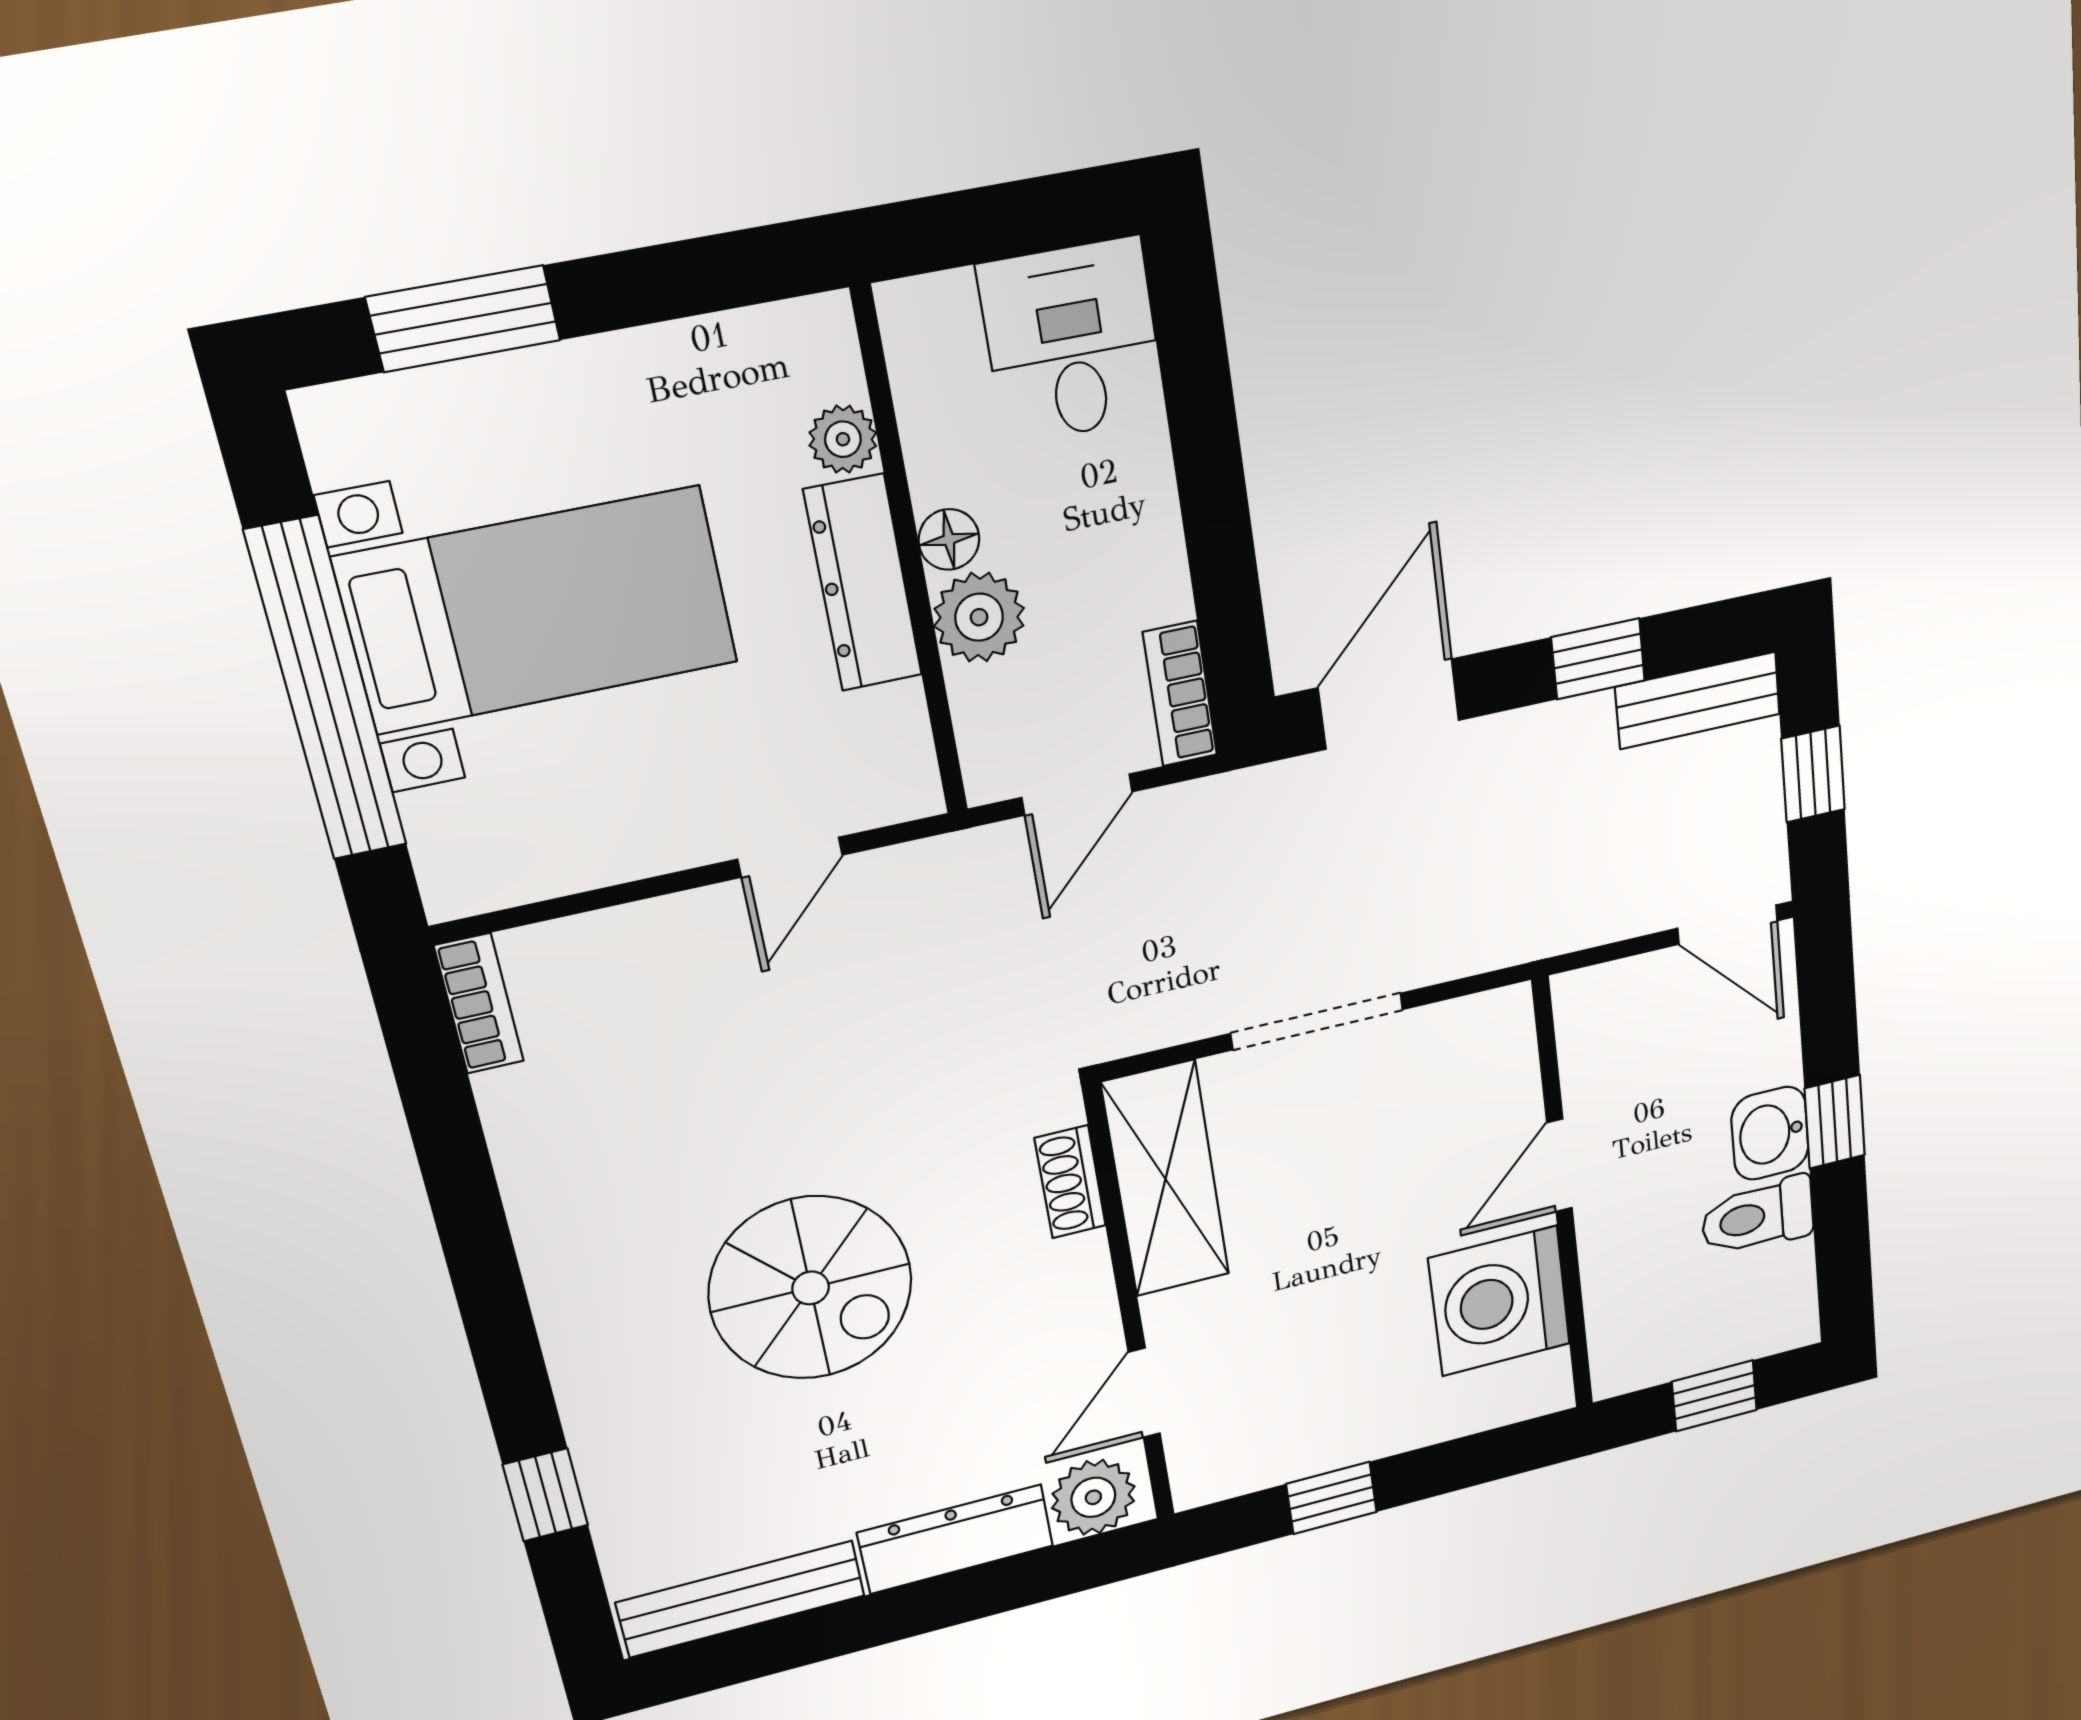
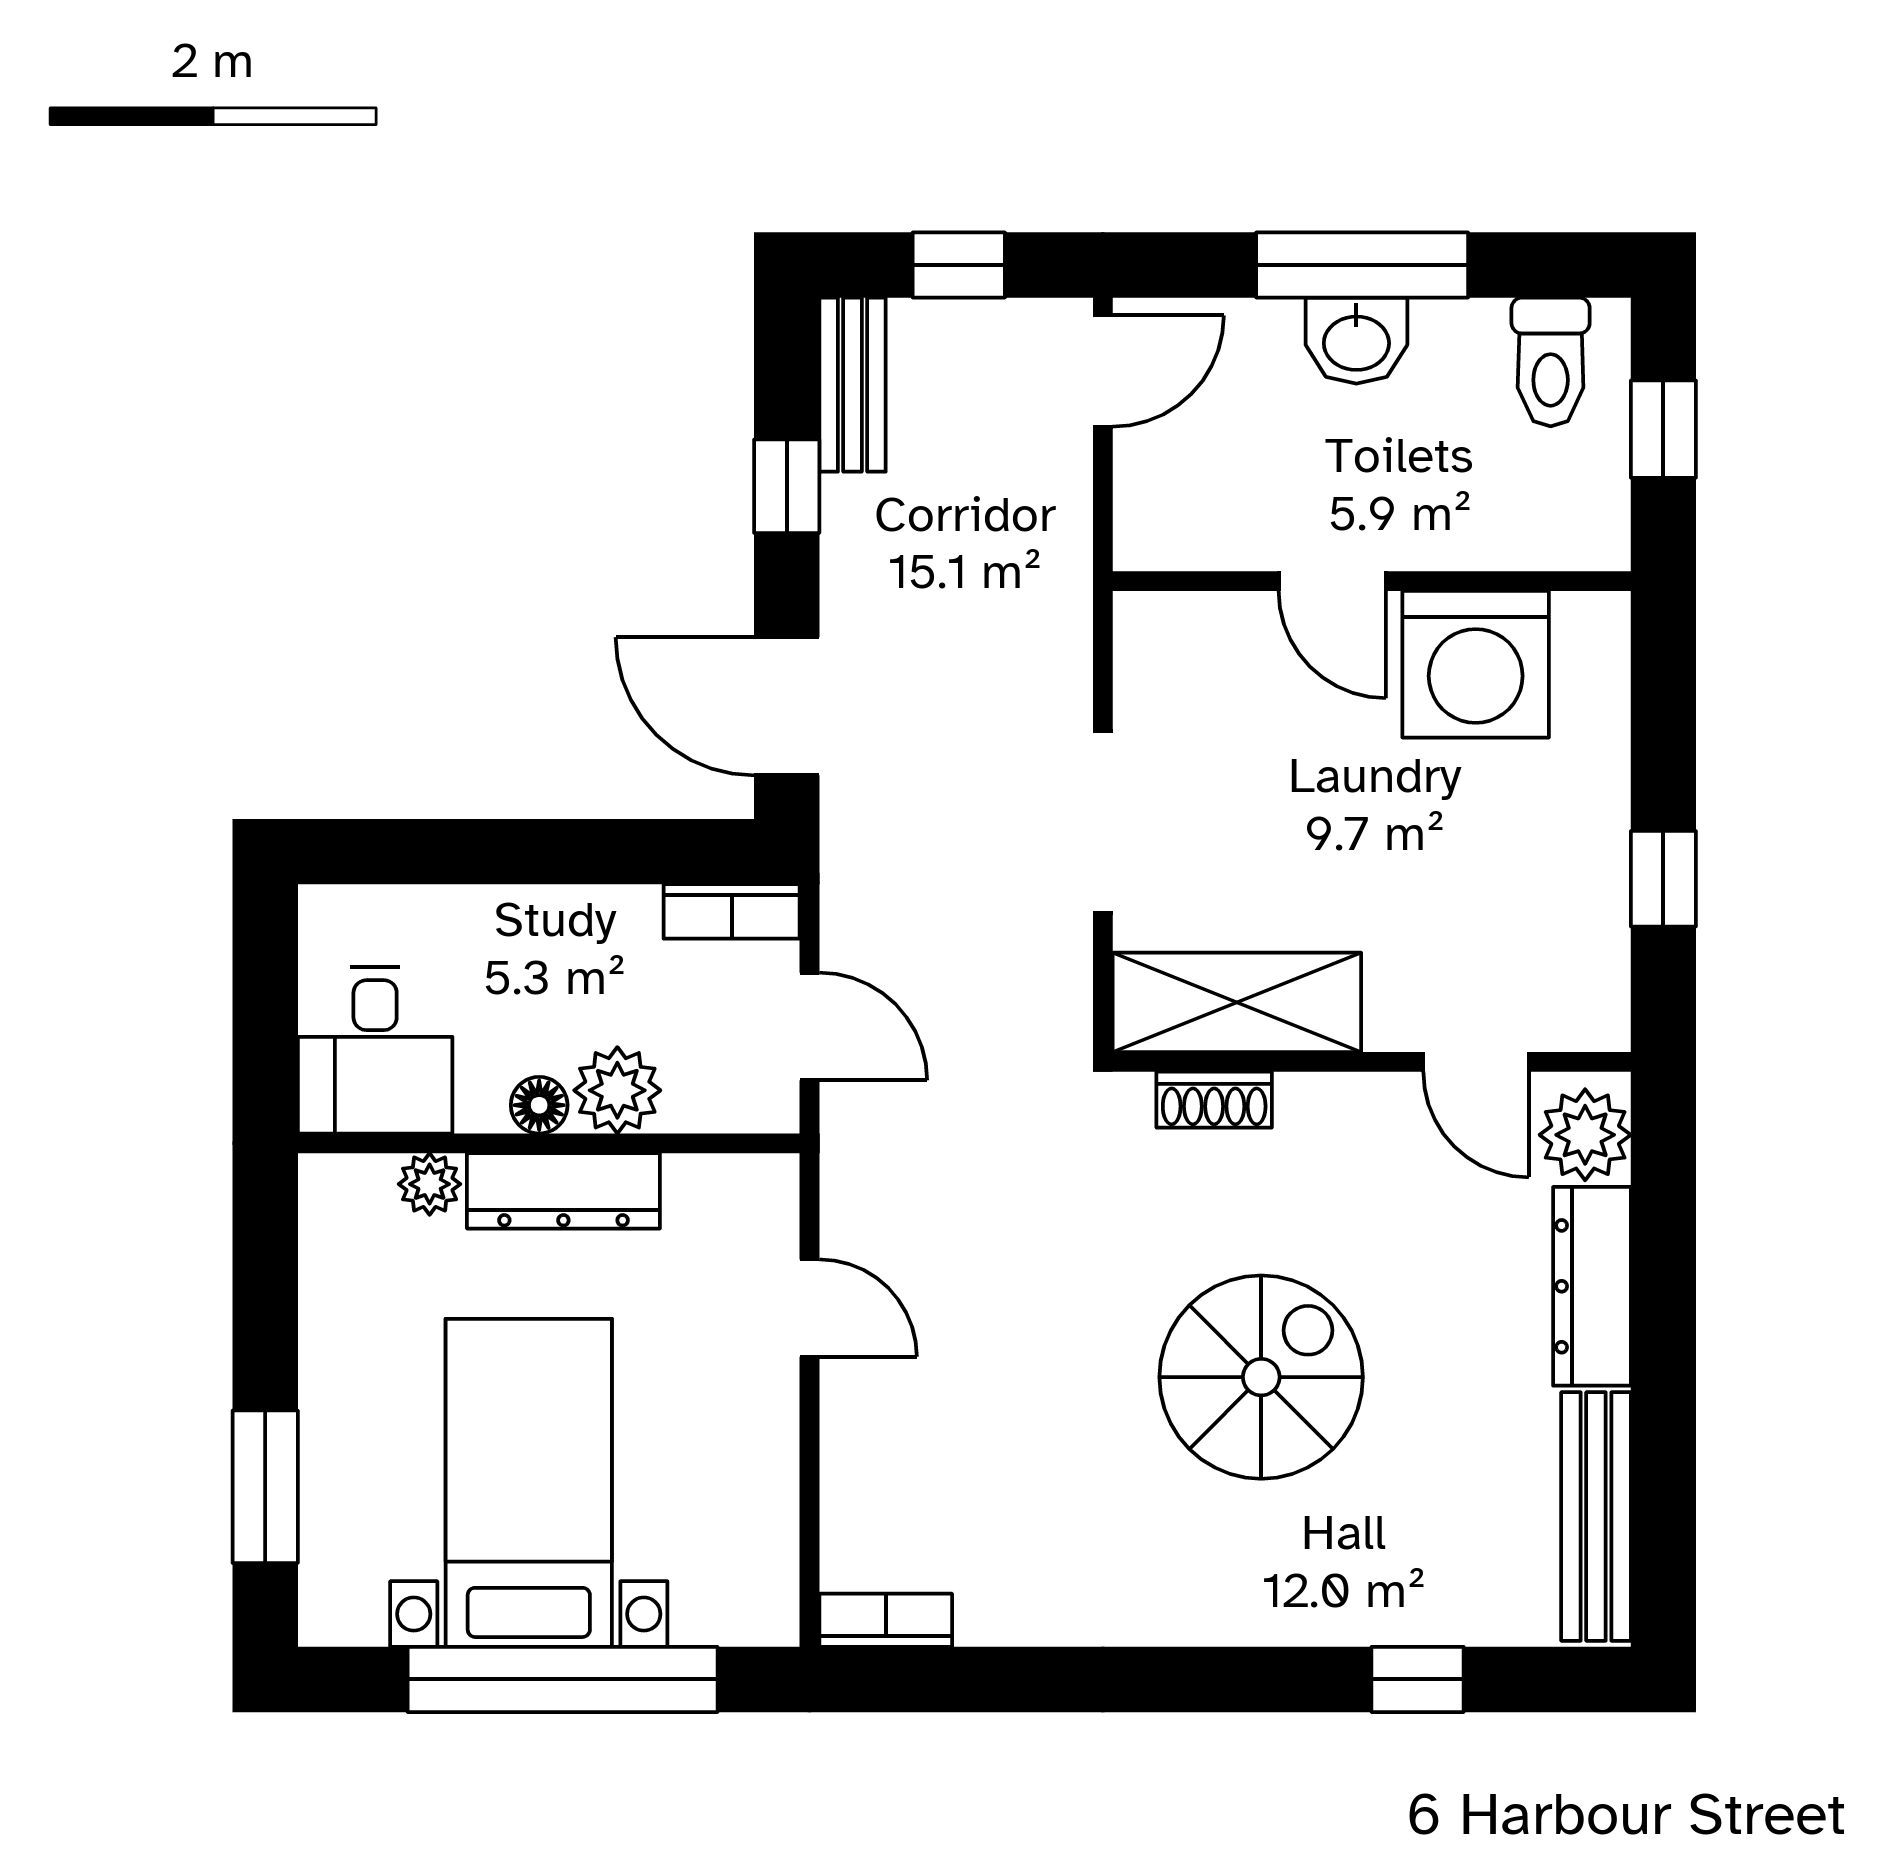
desk: (1072, 341) -> (375, 1050), moved, turned -90
window: (1835, 1122) -> (1362, 265), width x2.17
toilet: (1758, 1216) -> (1551, 362), moved

